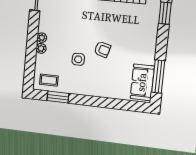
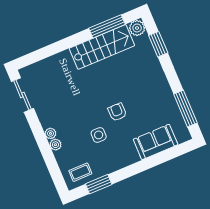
armchair: (102, 49) -> (117, 112), turned -106
sofa: (142, 82) -> (156, 142), moved, turned 90

